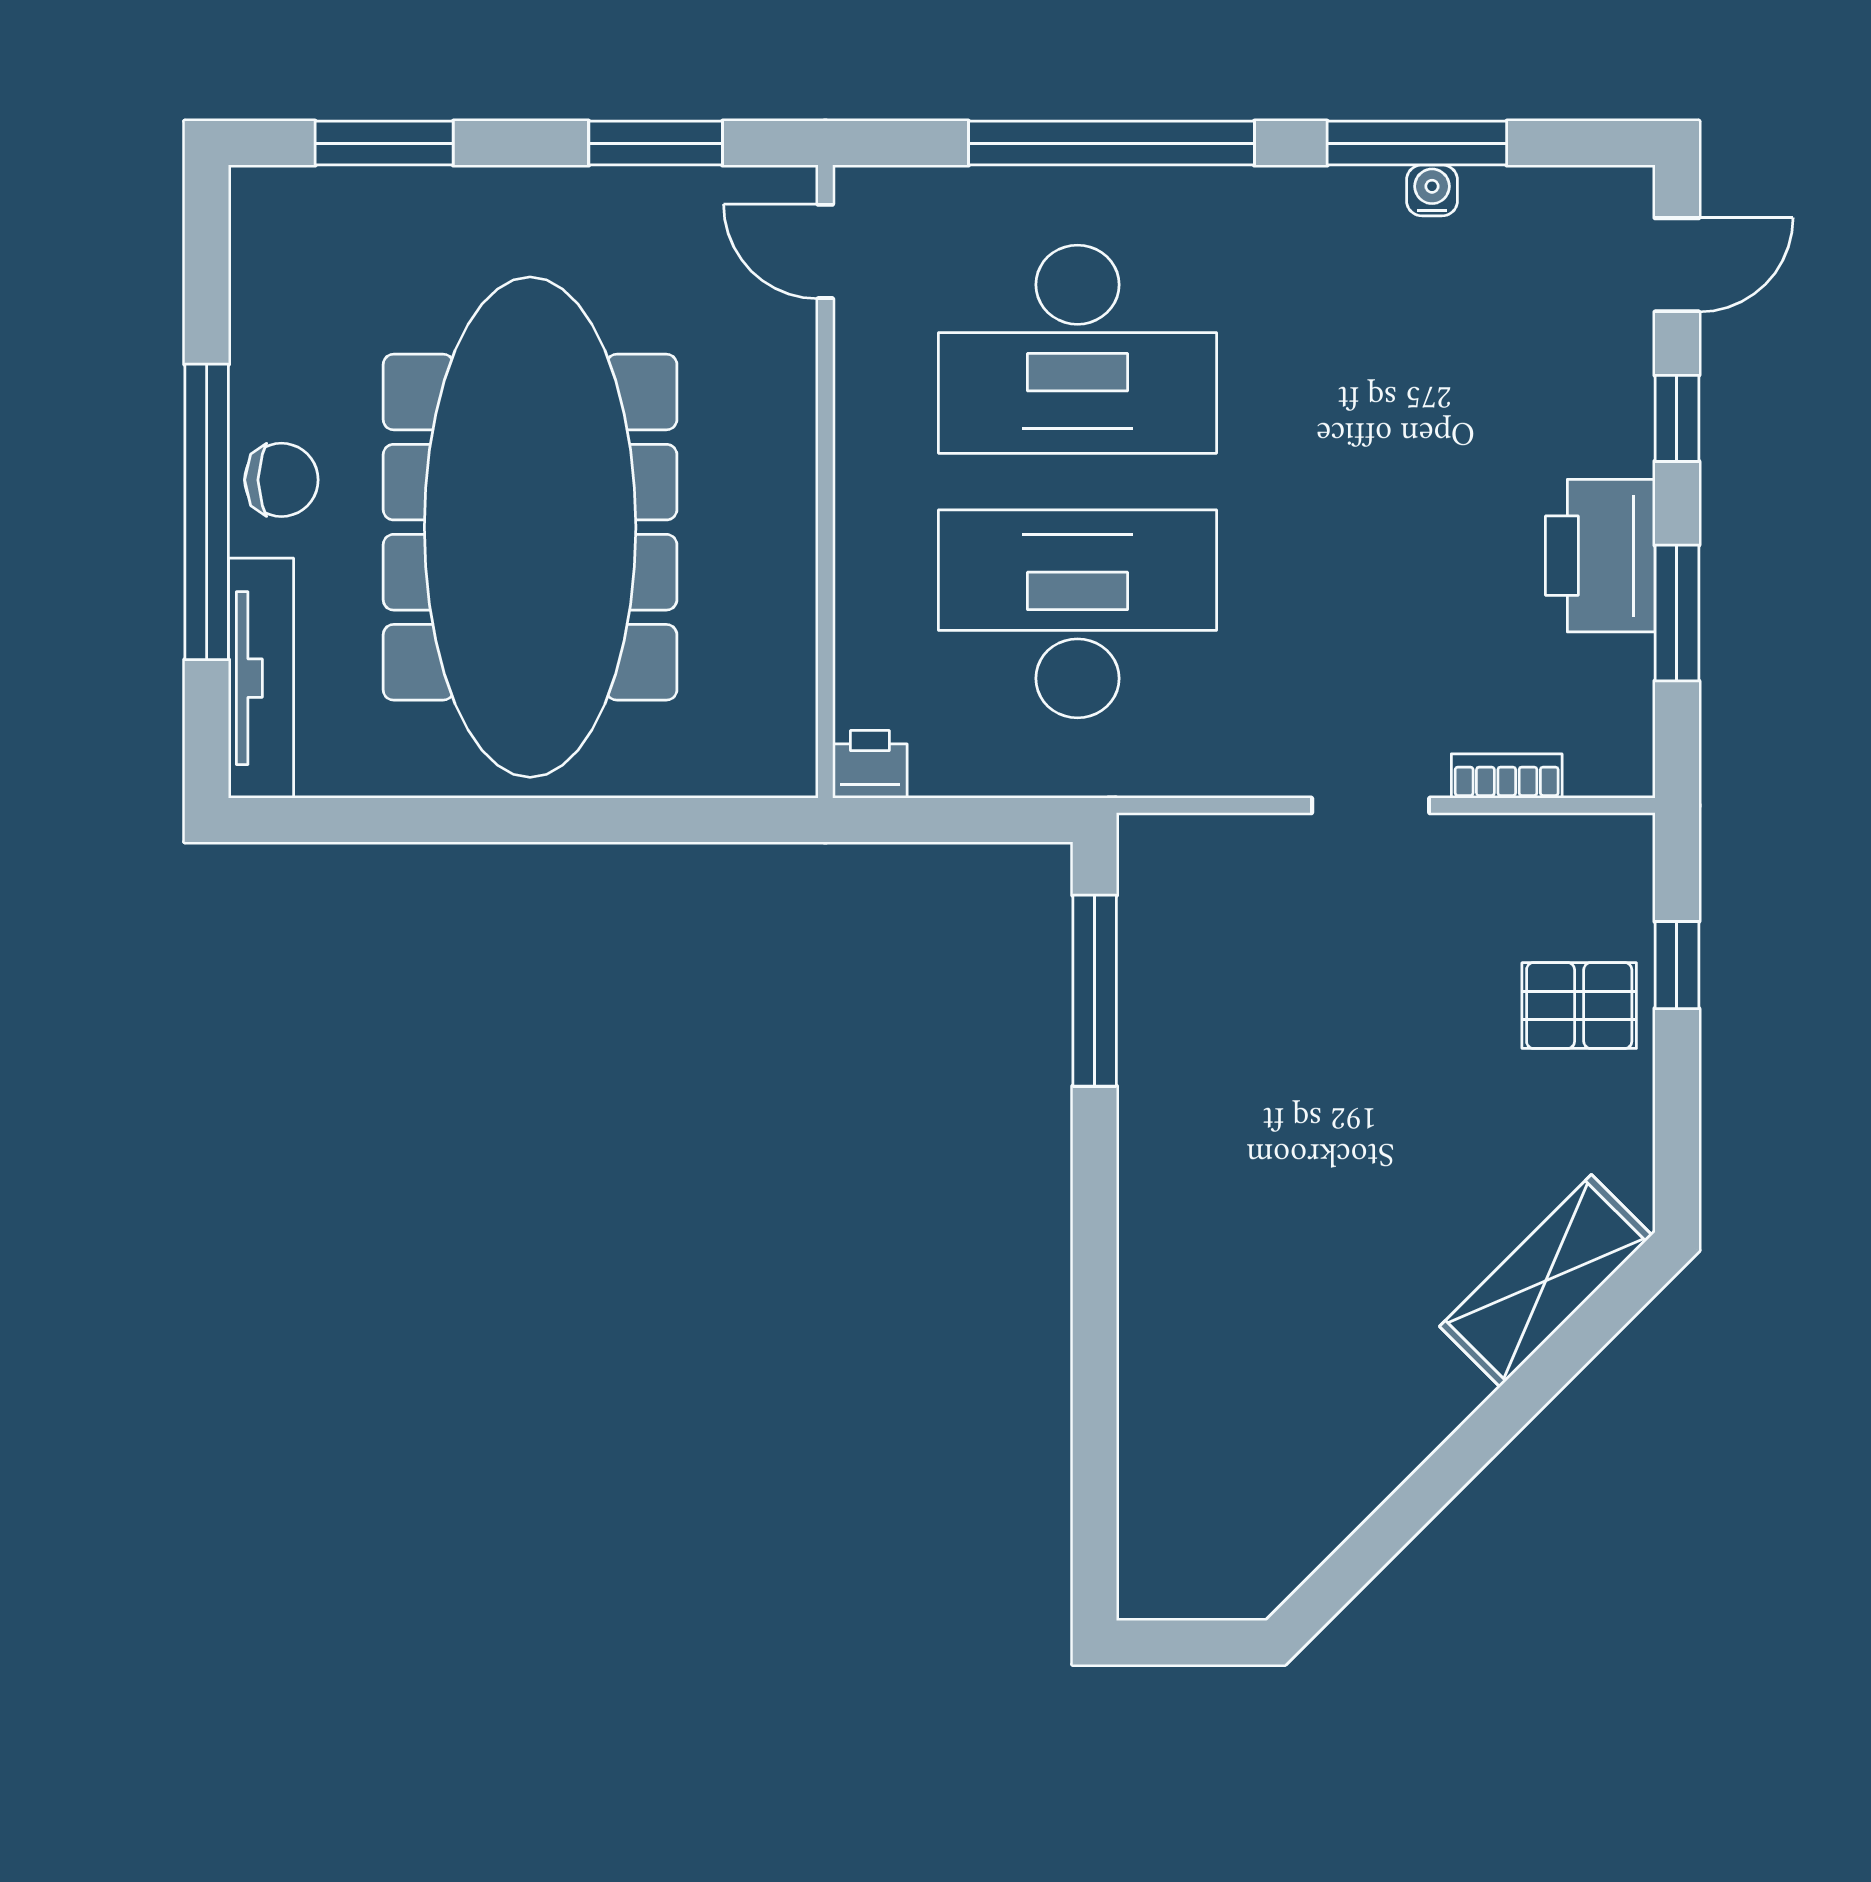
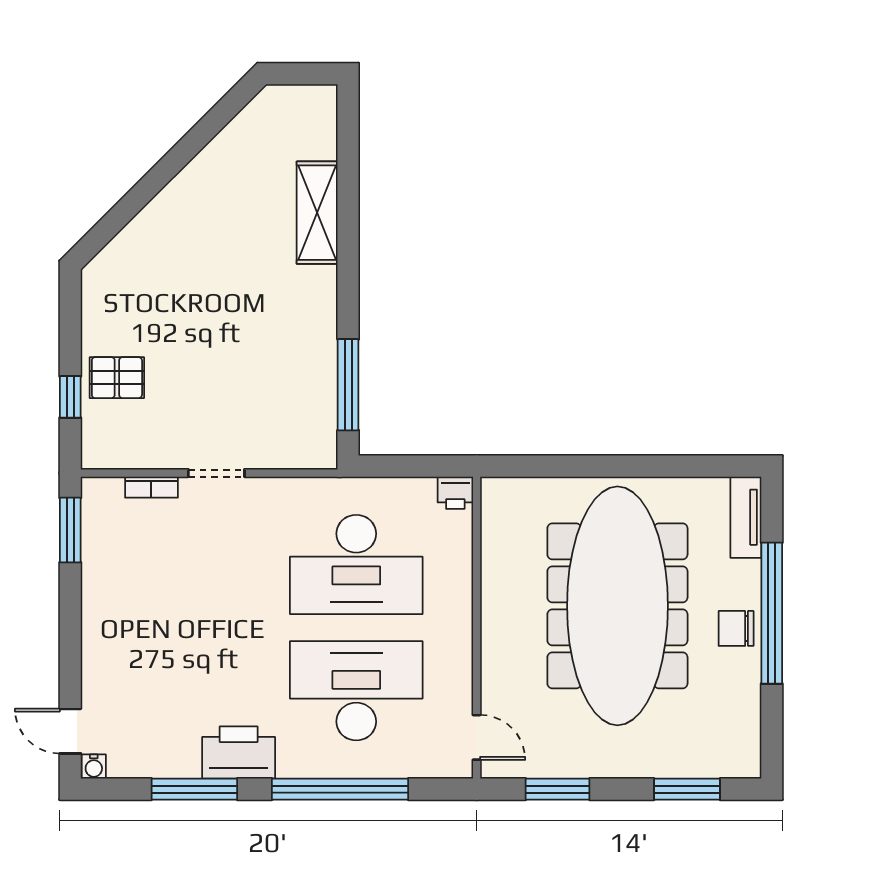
water cooler: (1432, 190) -> (94, 767), moved
door: (1677, 265) -> (70, 731), hinge flipped
window: (1677, 418) -> (70, 658), removed
printer: (1600, 556) -> (239, 753), moved, turned -90
window: (1677, 613) -> (70, 530), moved
tv unit: (261, 678) -> (746, 517), width x0.71
shelving: (1546, 1281) -> (317, 213), moved, turned -45

